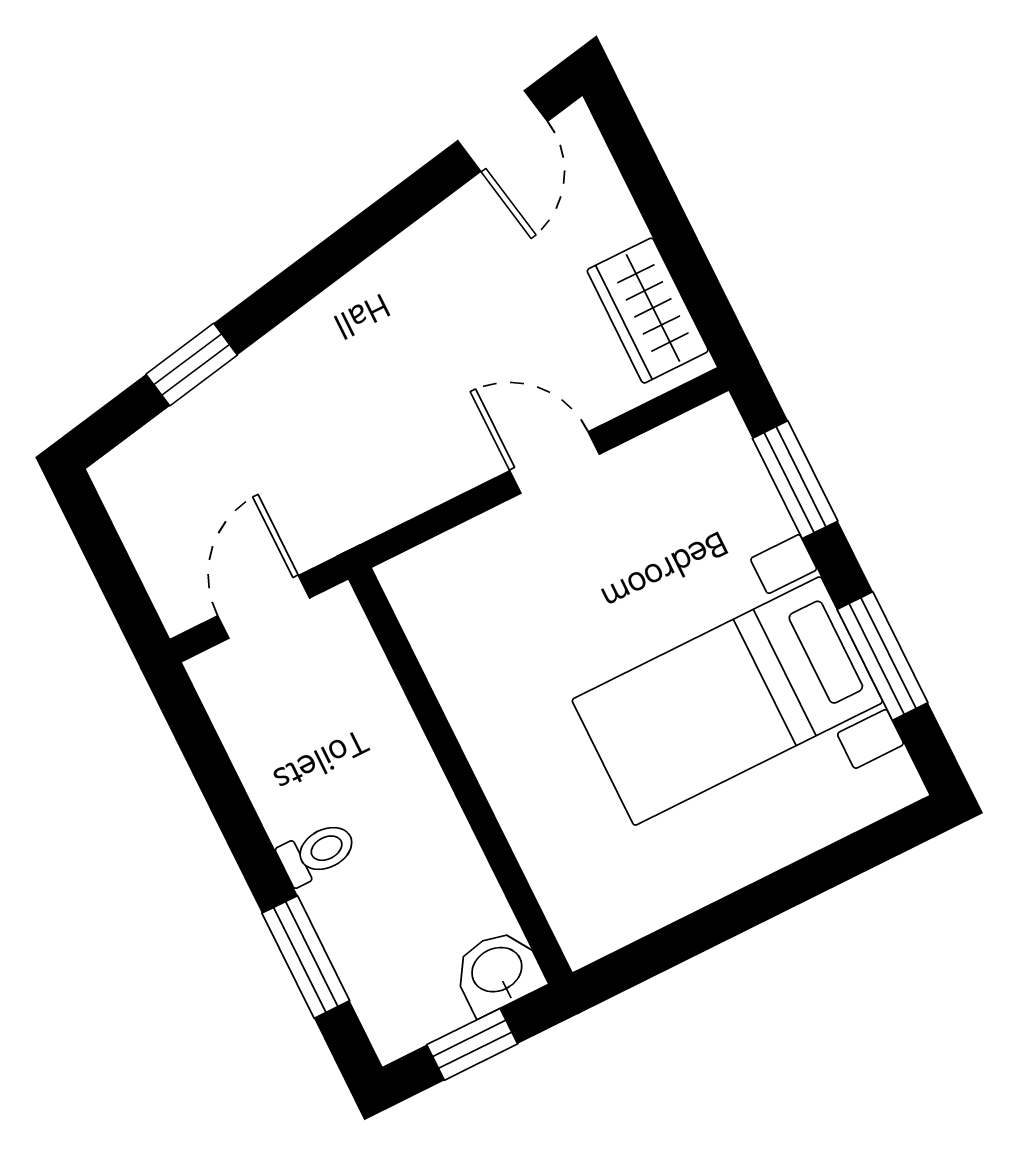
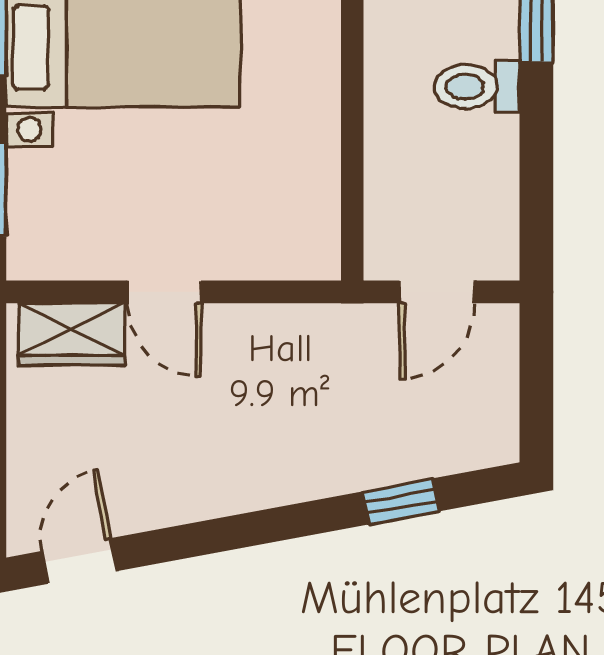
wardrobe: (648, 311) -> (71, 334), moved, turned 90
toilet: (317, 853) -> (477, 87), width x1.37, depth x1.39

